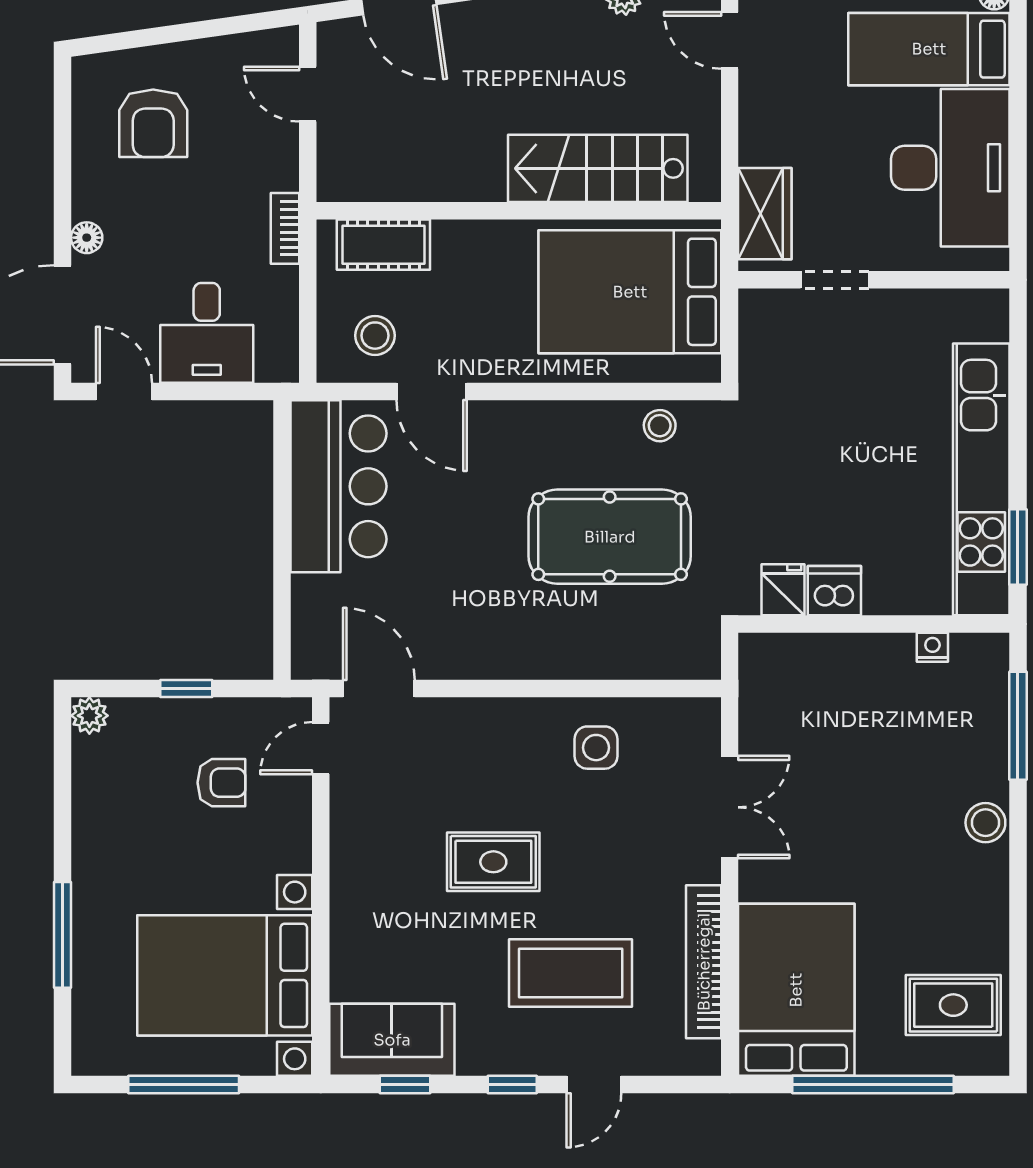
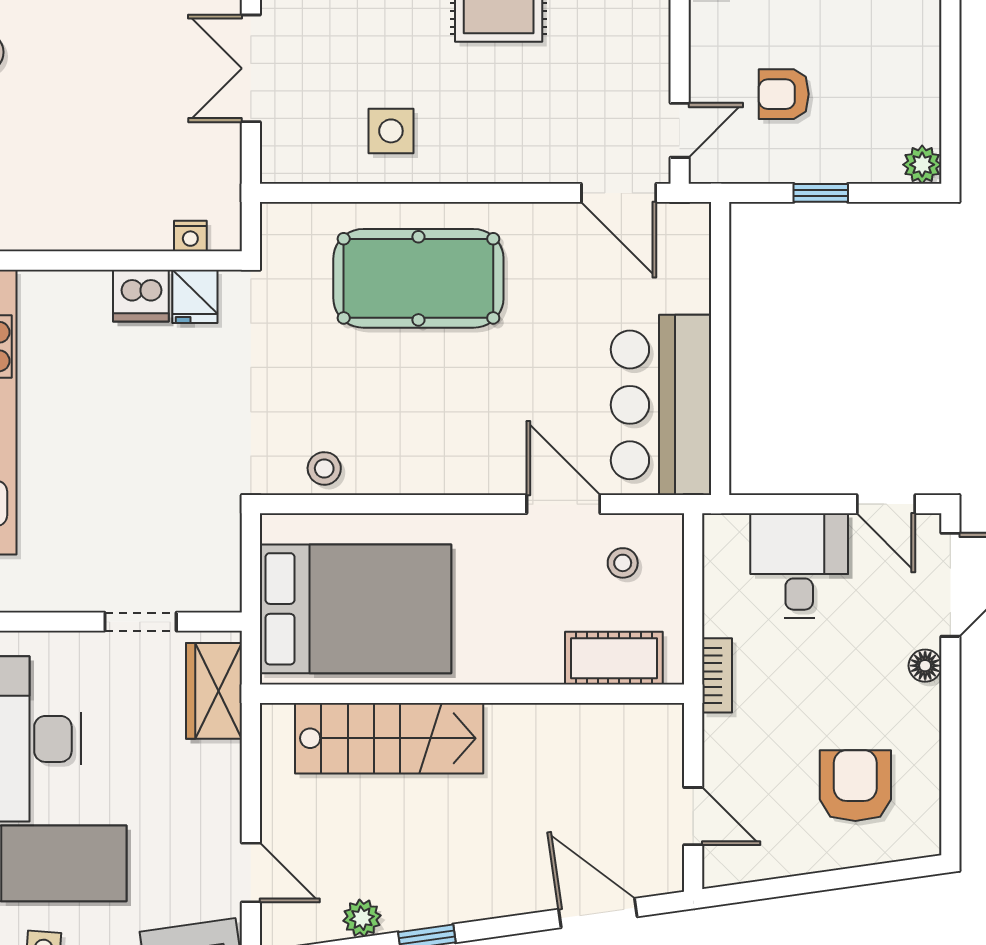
stool: (375, 336) -> (623, 563), width x0.73, depth x0.73
pool table: (610, 537) -> (418, 278), moved
nightstand: (932, 647) -> (190, 236), moved

